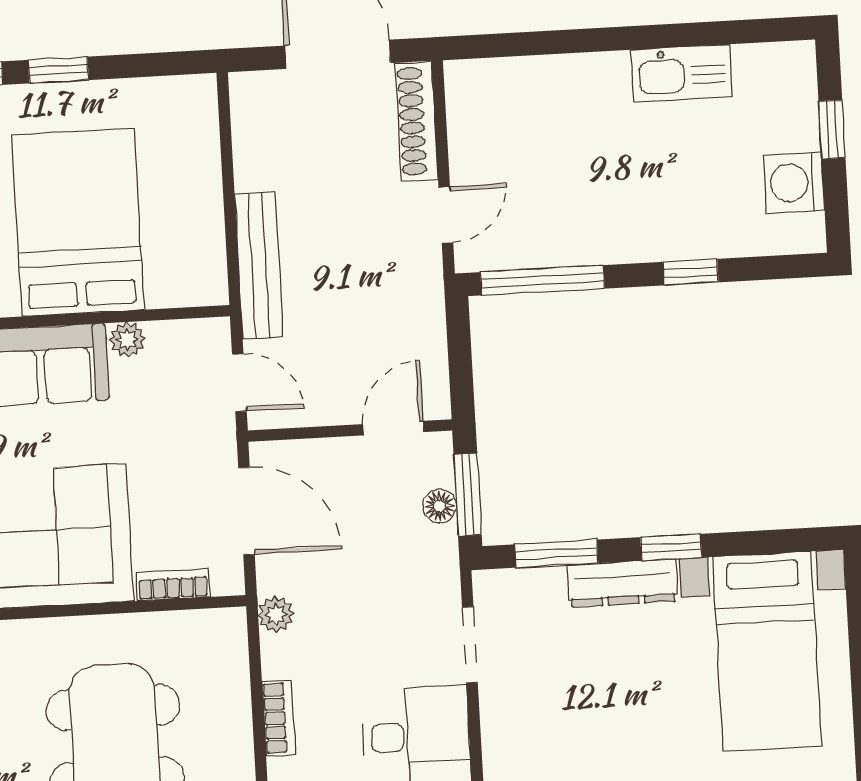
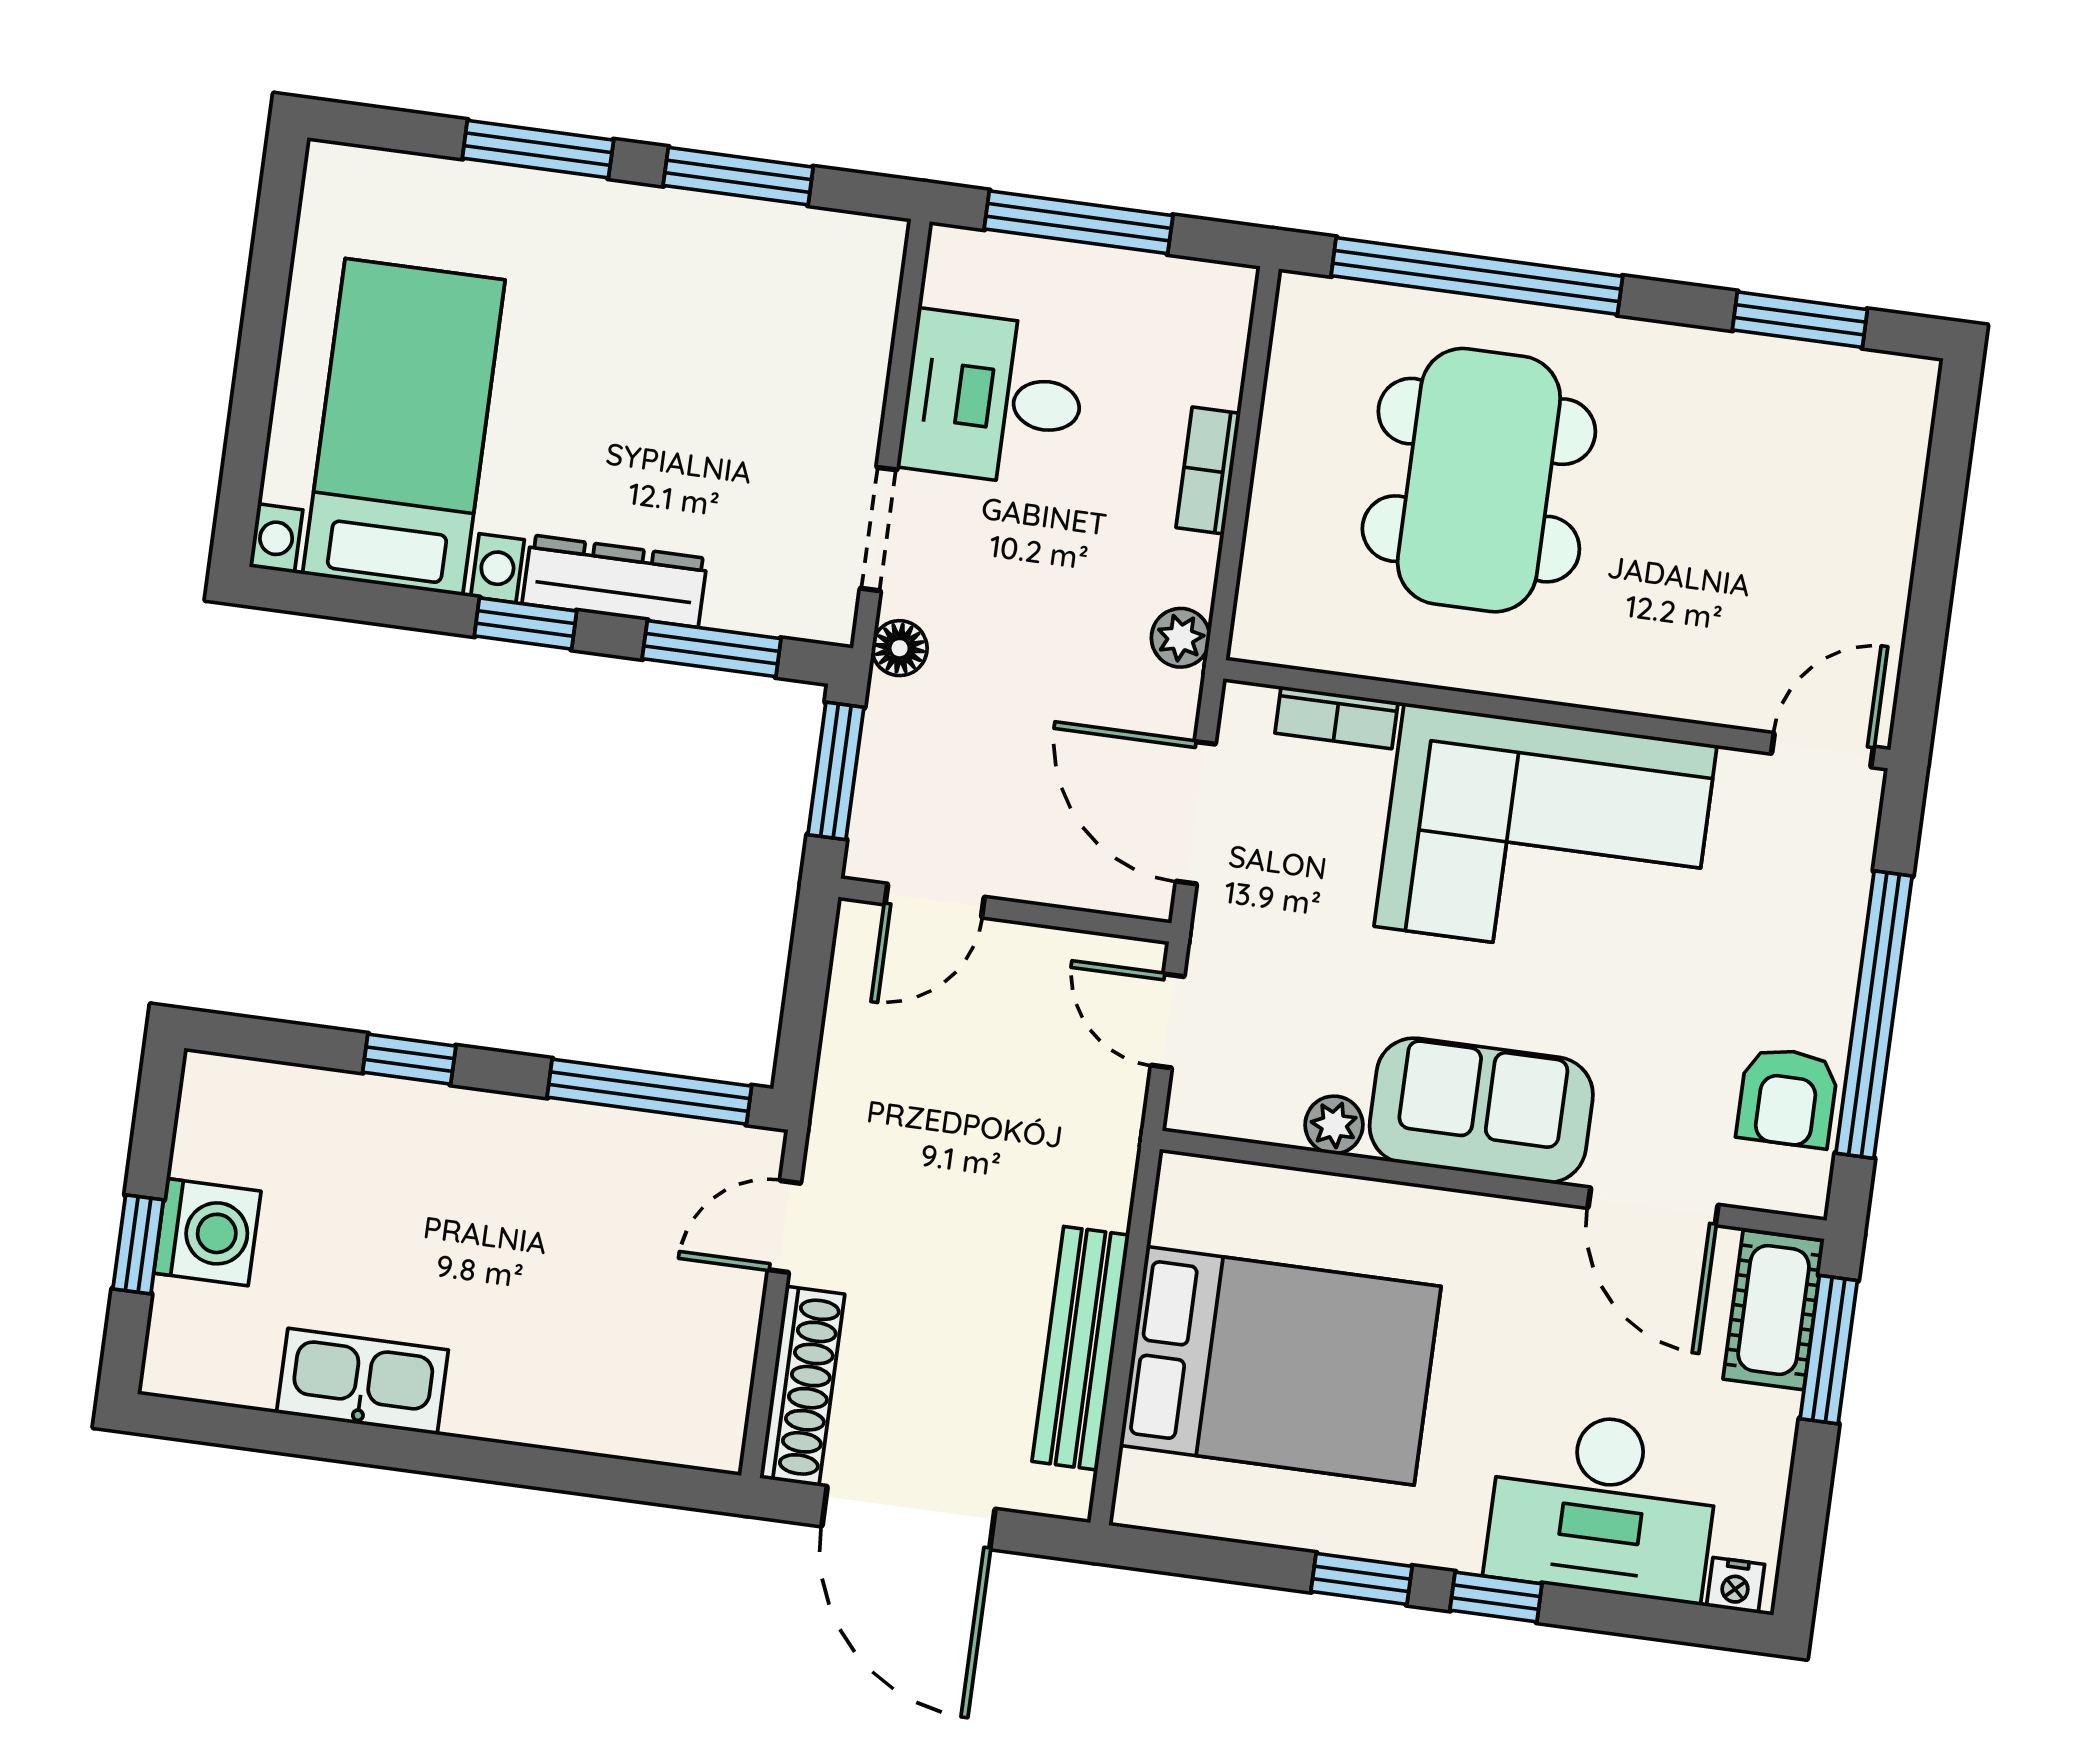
washing machine: (794, 183) -> (207, 1232), moved
bed: (78, 222) -> (1280, 1366), moved, turned -90
bench: (259, 266) -> (1081, 1348), moved
floor lamp: (440, 506) -> (900, 648), moved

